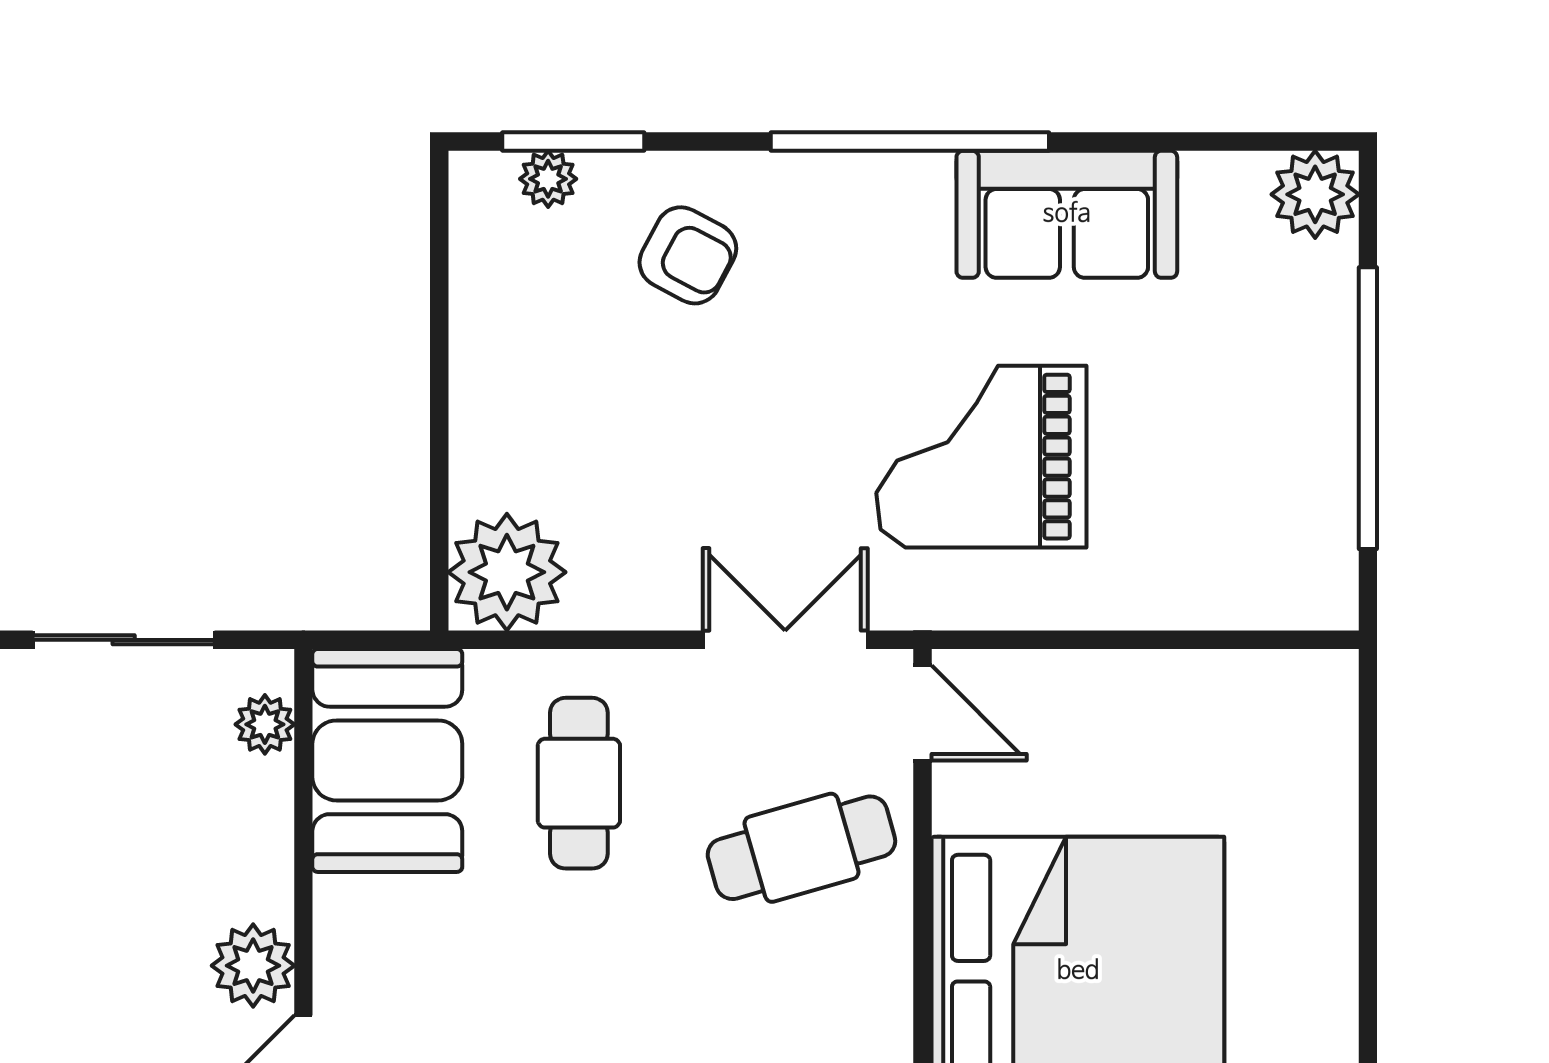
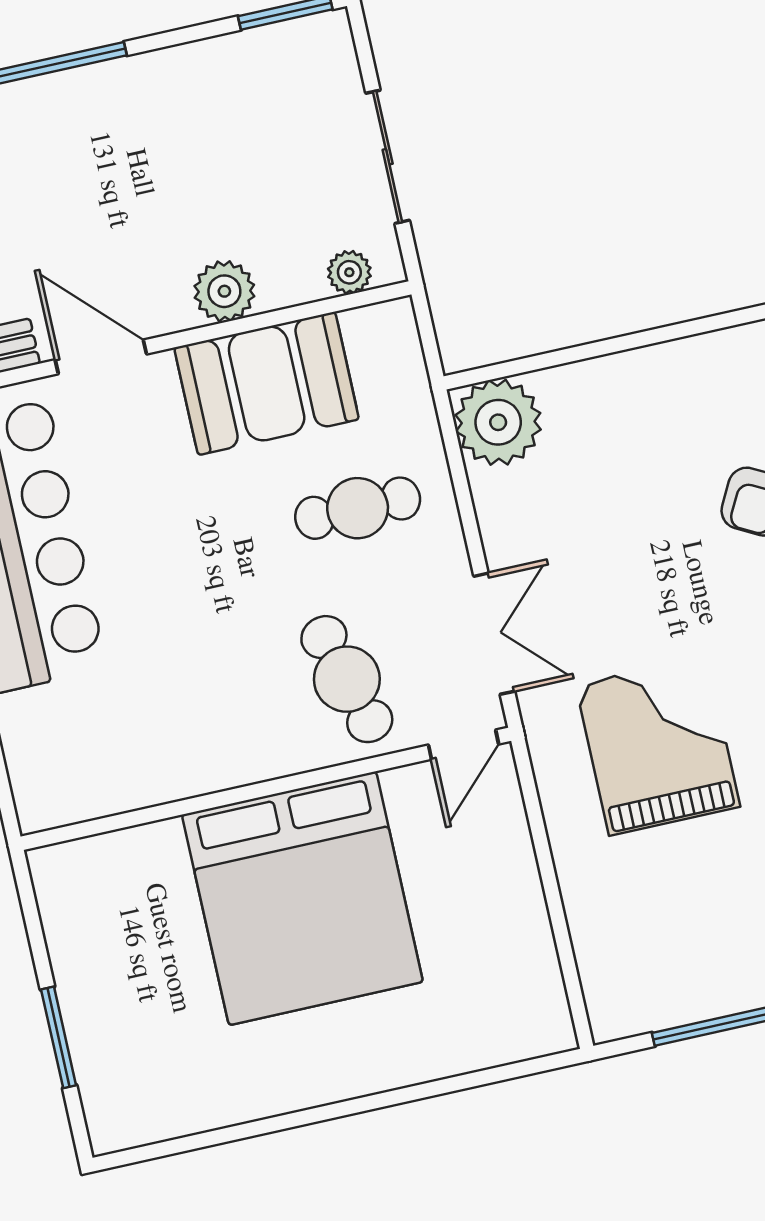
booth: (387, 760) -> (267, 383), moved
plant: (253, 966) -> (224, 291), moved

